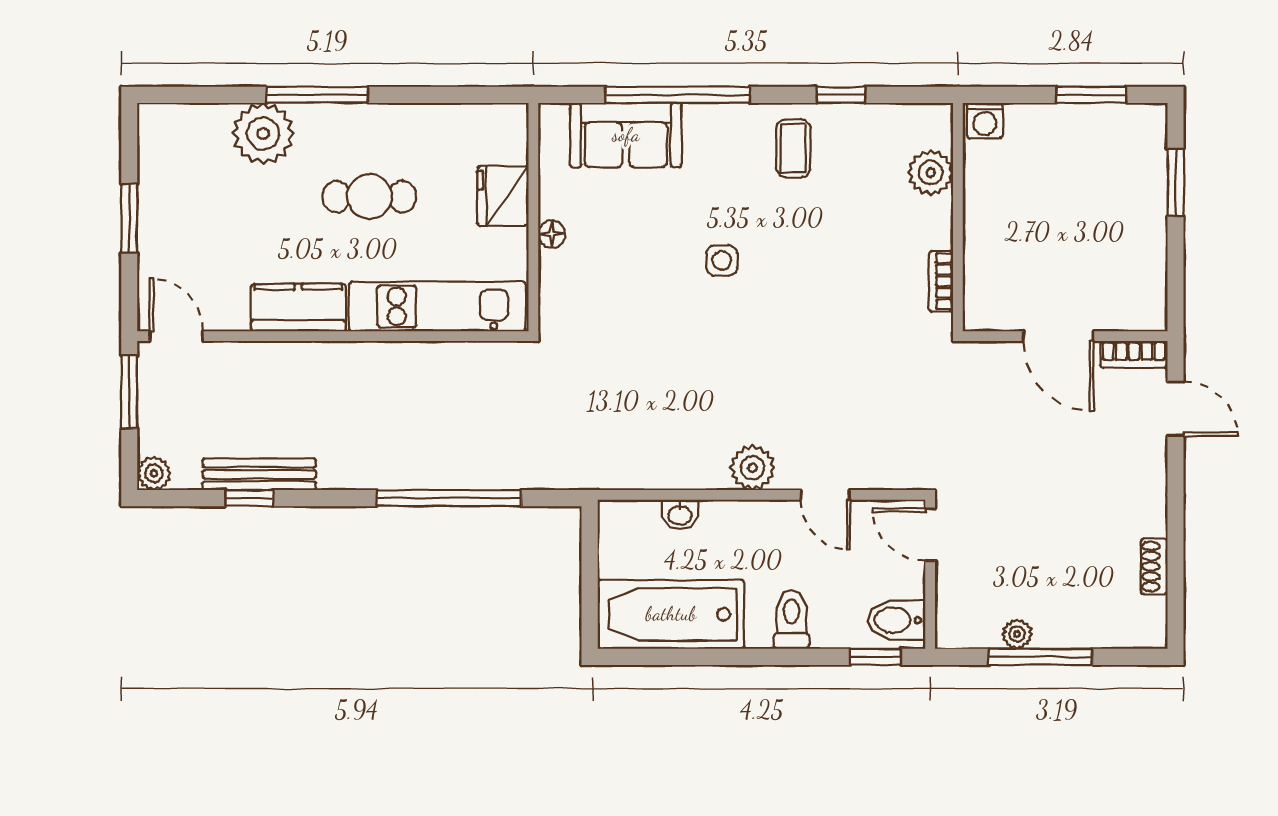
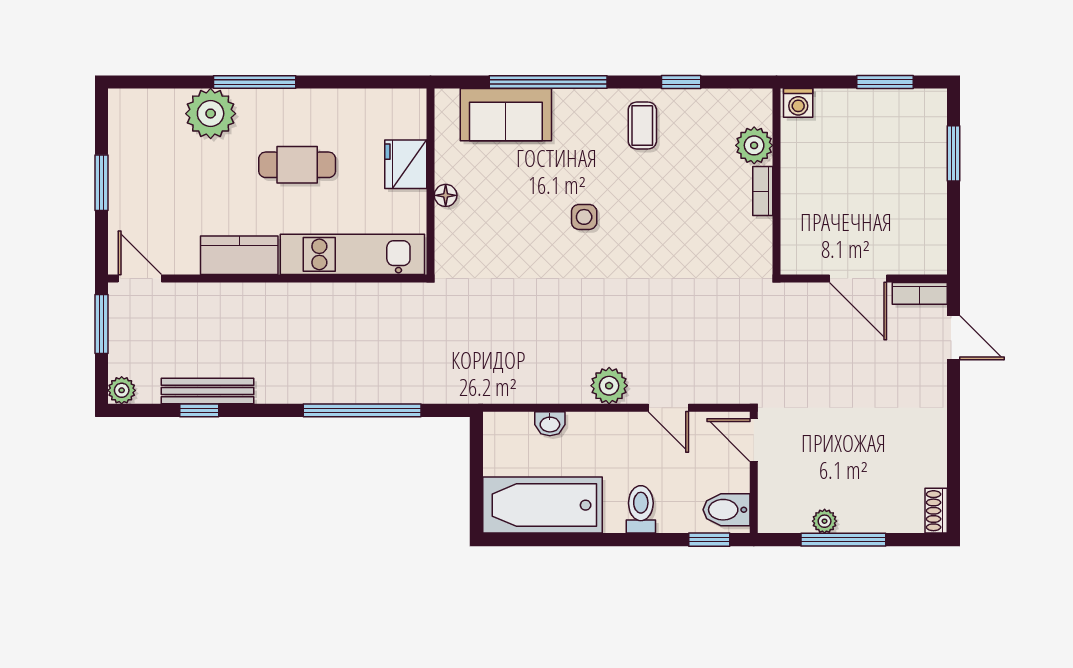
bookcase: (941, 281) -> (763, 191), moved
shoe rack: (1154, 566) -> (936, 511), moved

